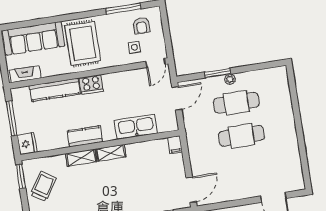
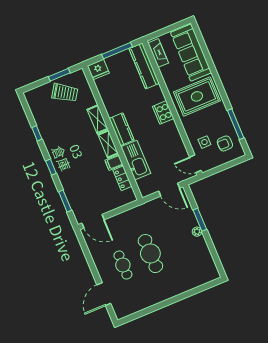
kitchen counter: (55, 90) -> (144, 66), moved
cafe table: (236, 103) -> (123, 265), moved, width x0.73, depth x0.74
kitchen counter: (85, 136) -> (122, 129), moved
filing cabinet: (175, 145) -> (114, 163), moved
locker: (152, 146) -> (122, 178), added
window: (21, 176) -> (59, 75), moved

